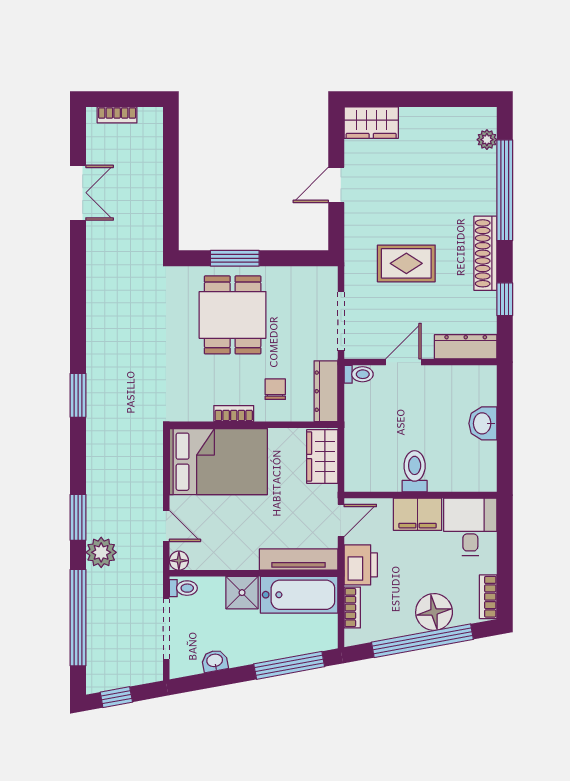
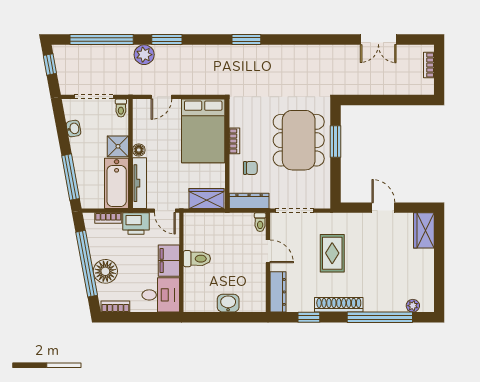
dining table: (233, 315) -> (299, 140), width x1.38
floor lamp: (179, 561) -> (139, 150), moved

